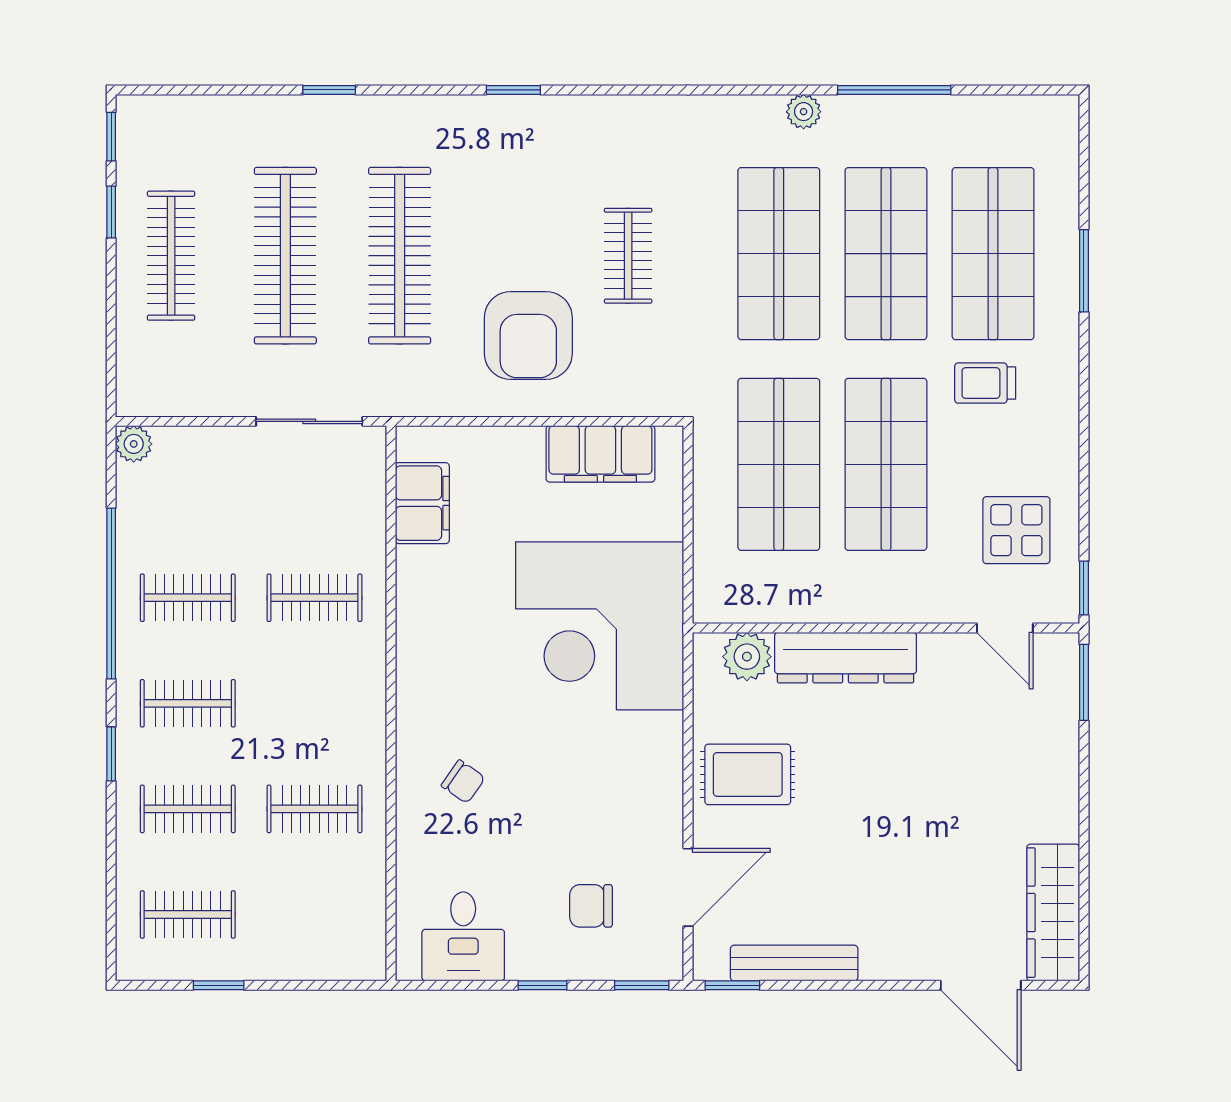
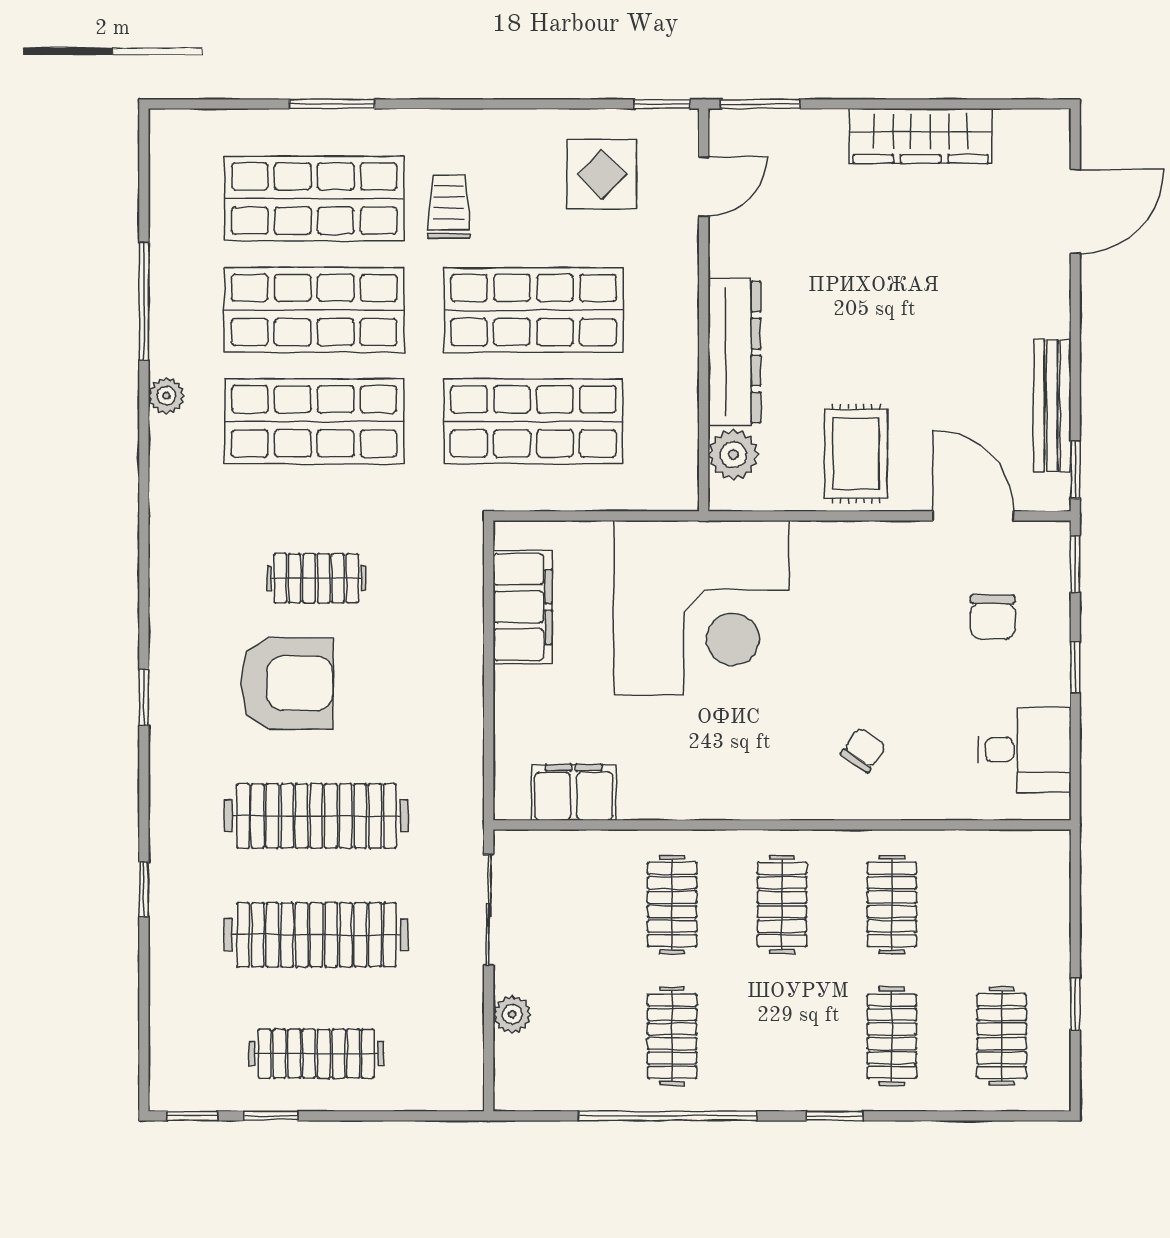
armchair: (528, 336) -> (287, 683), moved
trolley: (985, 383) -> (449, 207), turned 180
plant: (134, 444) -> (512, 1014), moved
clothes rail: (188, 703) -> (782, 904), moved
wardrobe: (1053, 913) -> (921, 136), moved

